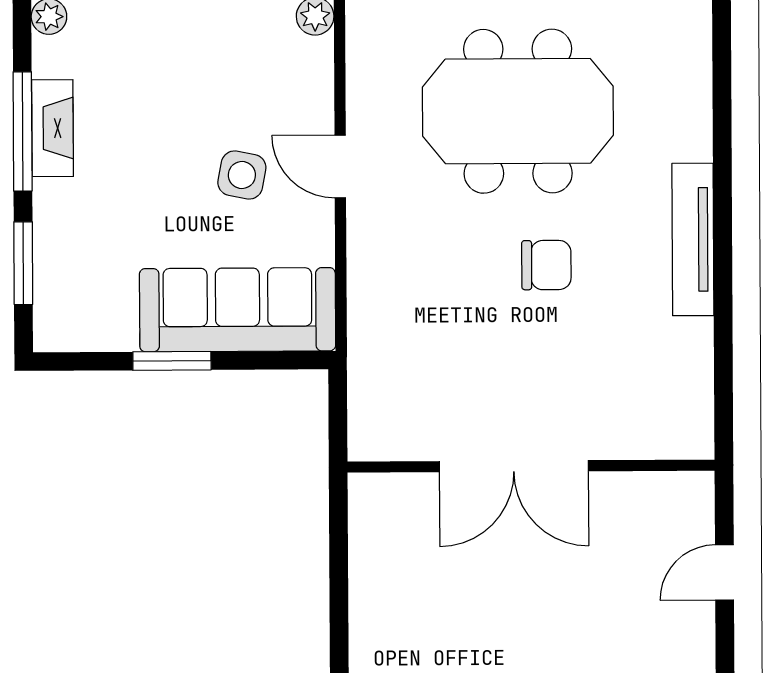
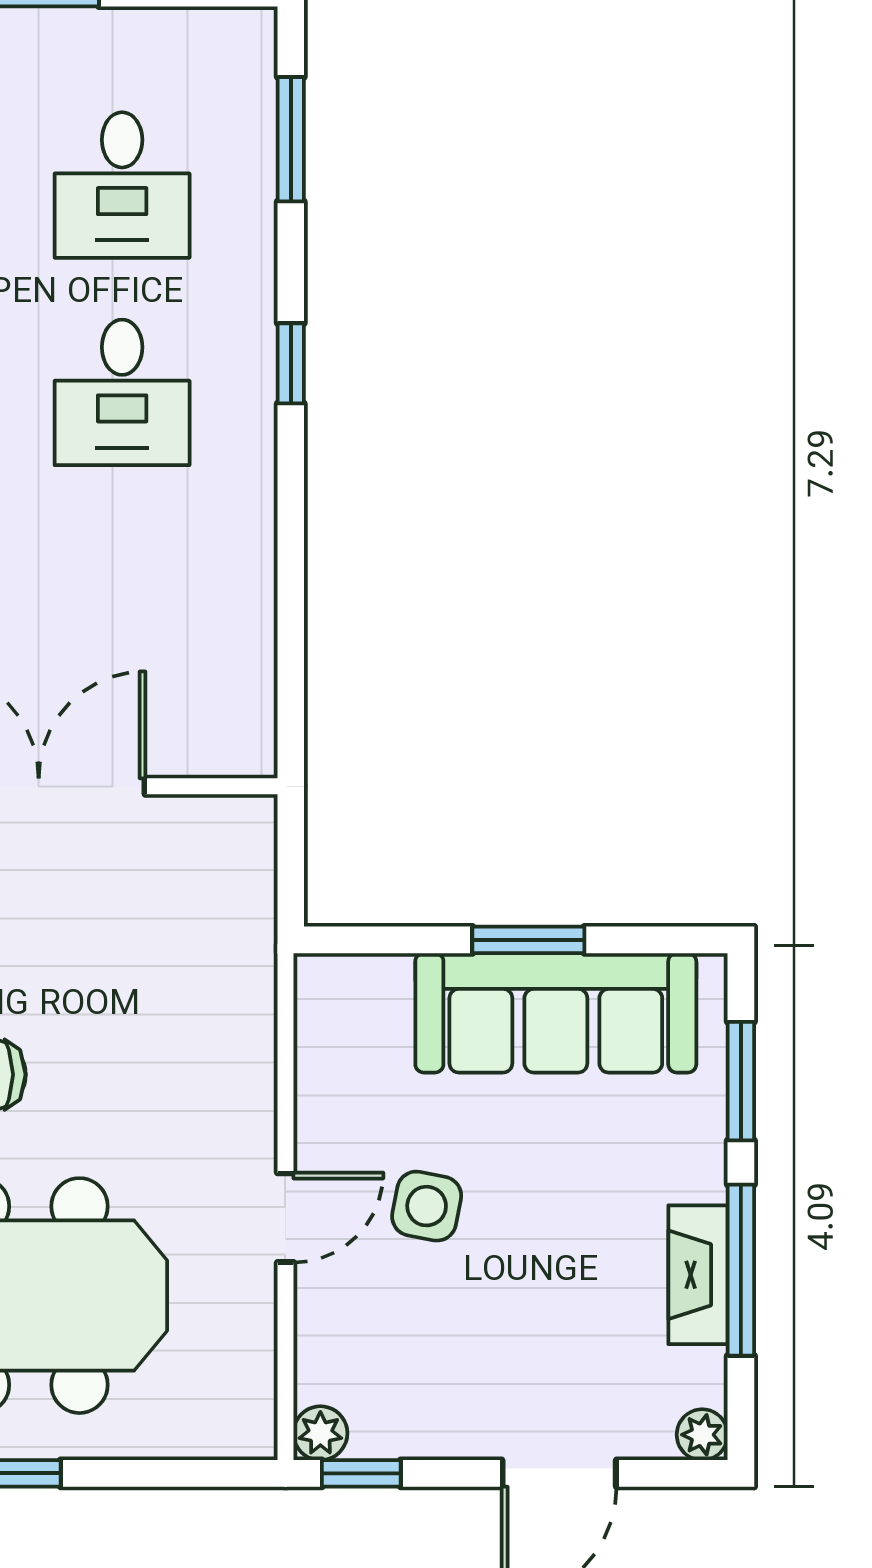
door: (340, 166) -> (285, 1218), hinge flipped
sofa: (238, 310) -> (556, 1013), moved

